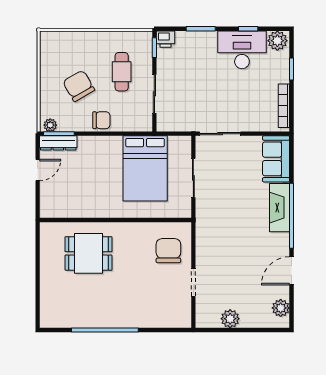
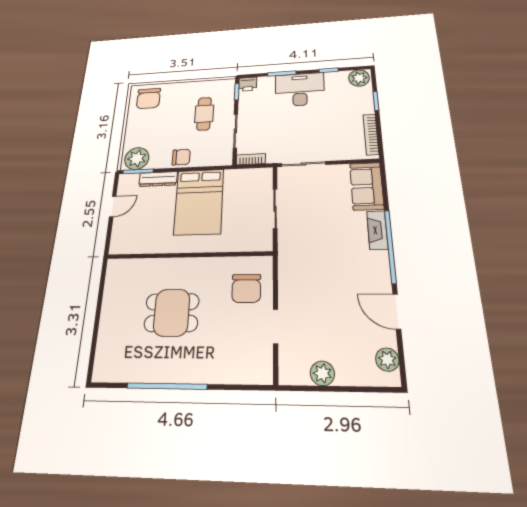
desk: (242, 50) -> (300, 89), moved
chair: (79, 86) -> (148, 98), moved, turned -150
plant: (50, 125) -> (137, 159), width x1.88, depth x1.88
bookcase: (170, 126) -> (251, 159), added
dresser: (58, 143) -> (158, 179), moved
bed: (145, 168) -> (199, 202), moved
fireplace: (280, 208) -> (377, 230), width x0.73, depth x0.76
chair: (168, 251) -> (246, 288), turned 180
dining table: (88, 253) -> (172, 313), moved
door: (291, 271) -> (397, 311), hinge flipped

